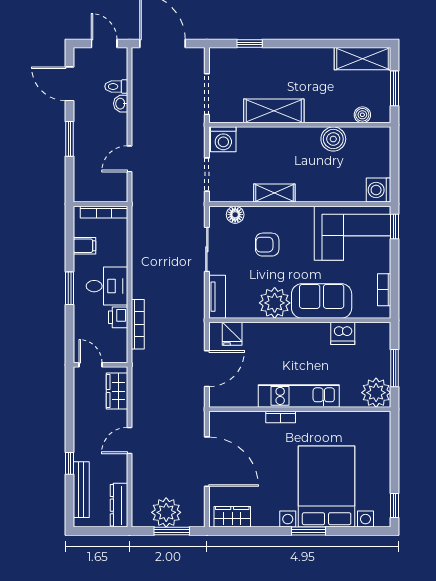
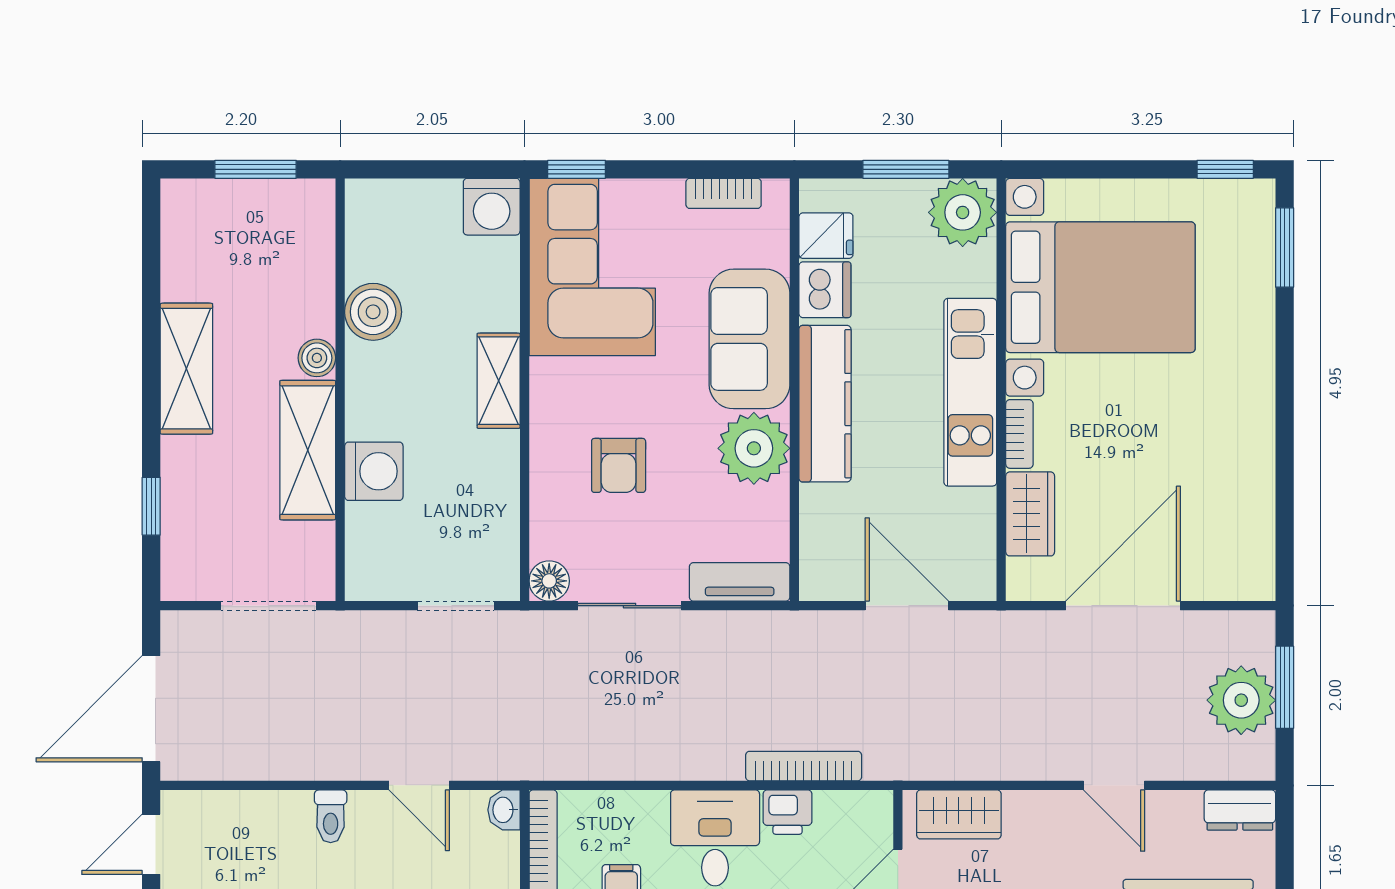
shelving: (363, 59) -> (186, 369), moved
toilet: (116, 86) -> (331, 816), moved
washbasin: (121, 104) -> (504, 810), moved, turned 90
boiler: (362, 115) -> (317, 358), moved
washing machine: (223, 139) -> (374, 471), moved
shelving: (274, 193) -> (499, 381), moved
floor lamp: (235, 215) -> (549, 581), moved
kitchen counter: (294, 333) -> (825, 404), added
fridge: (232, 334) -> (826, 236), moved
door: (130, 440) -> (1114, 785), moved
bed with nightstands: (327, 487) -> (1100, 287), moved, turned 180
dresser: (119, 505) -> (1240, 810), width x0.70
wardrobe: (232, 517) -> (1030, 514), moved, turned 180
window: (309, 531) -> (1285, 248), moved

